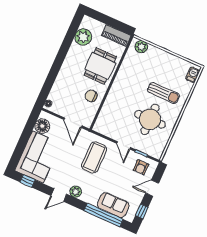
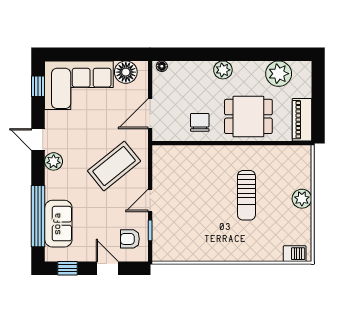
plant: (141, 47) -> (302, 199), moved
plant: (66, 69) -> (223, 70), added
sun lounger: (163, 93) -> (246, 195), moved
round table: (150, 119) -> (204, 221), removed
coffee table: (94, 157) -> (114, 166), turned -39

